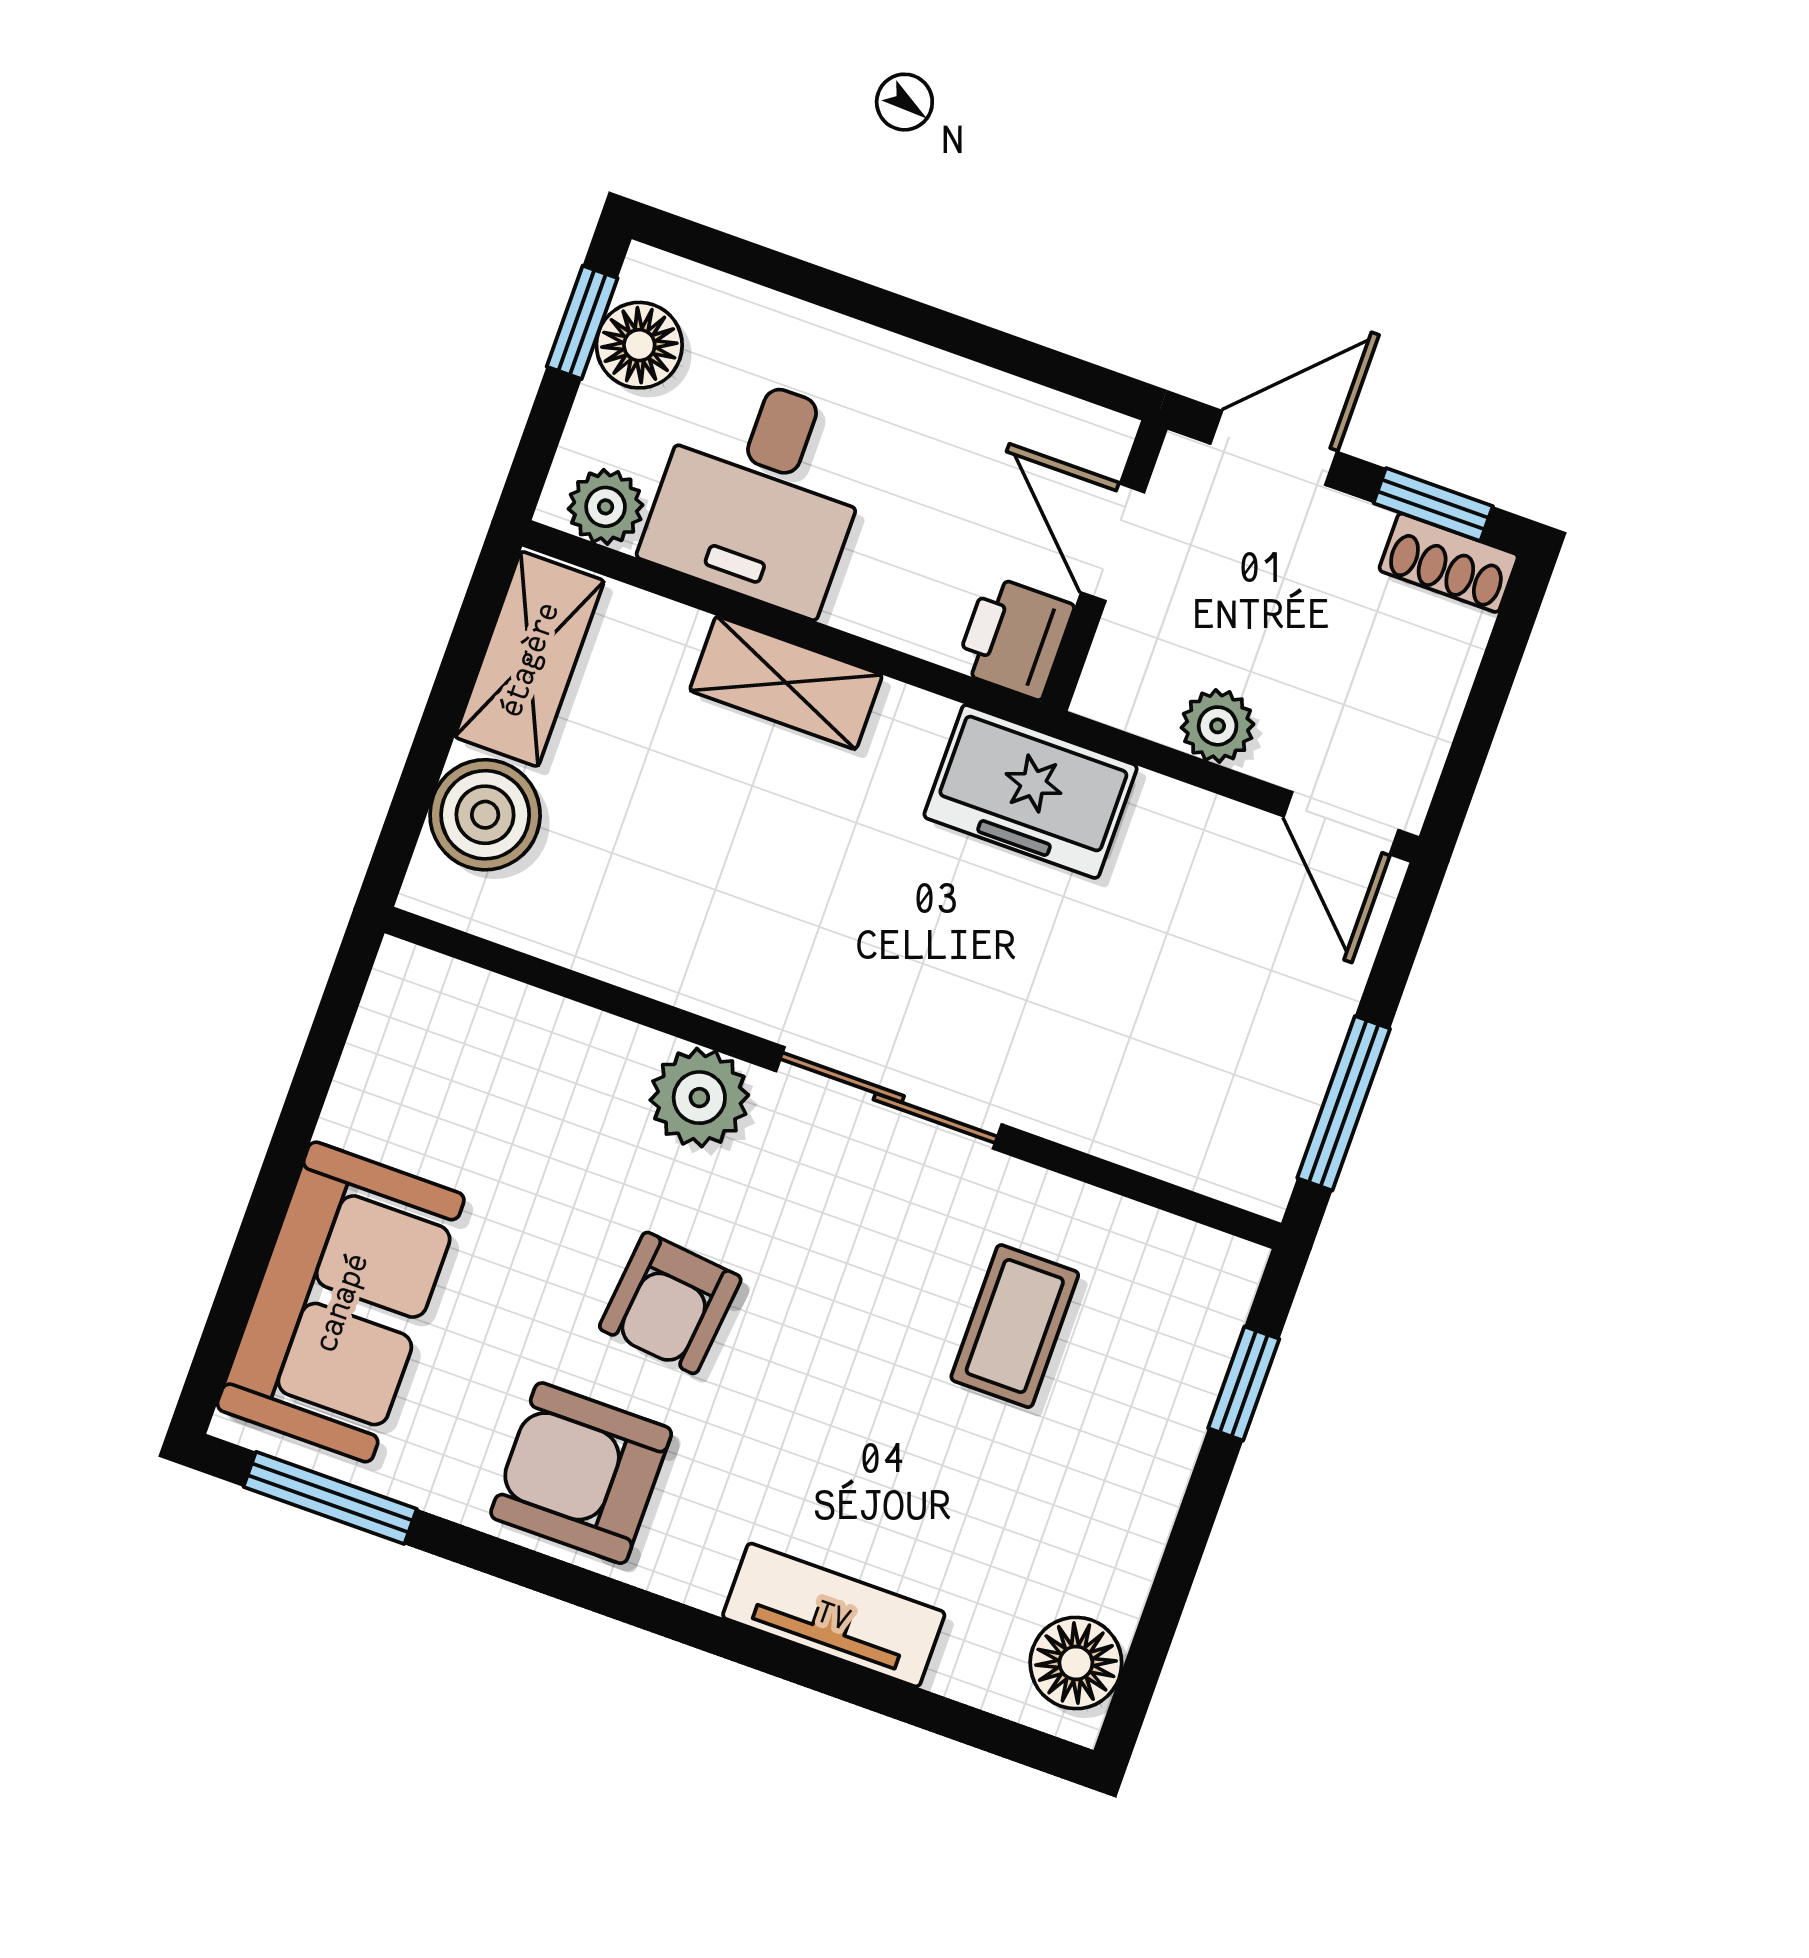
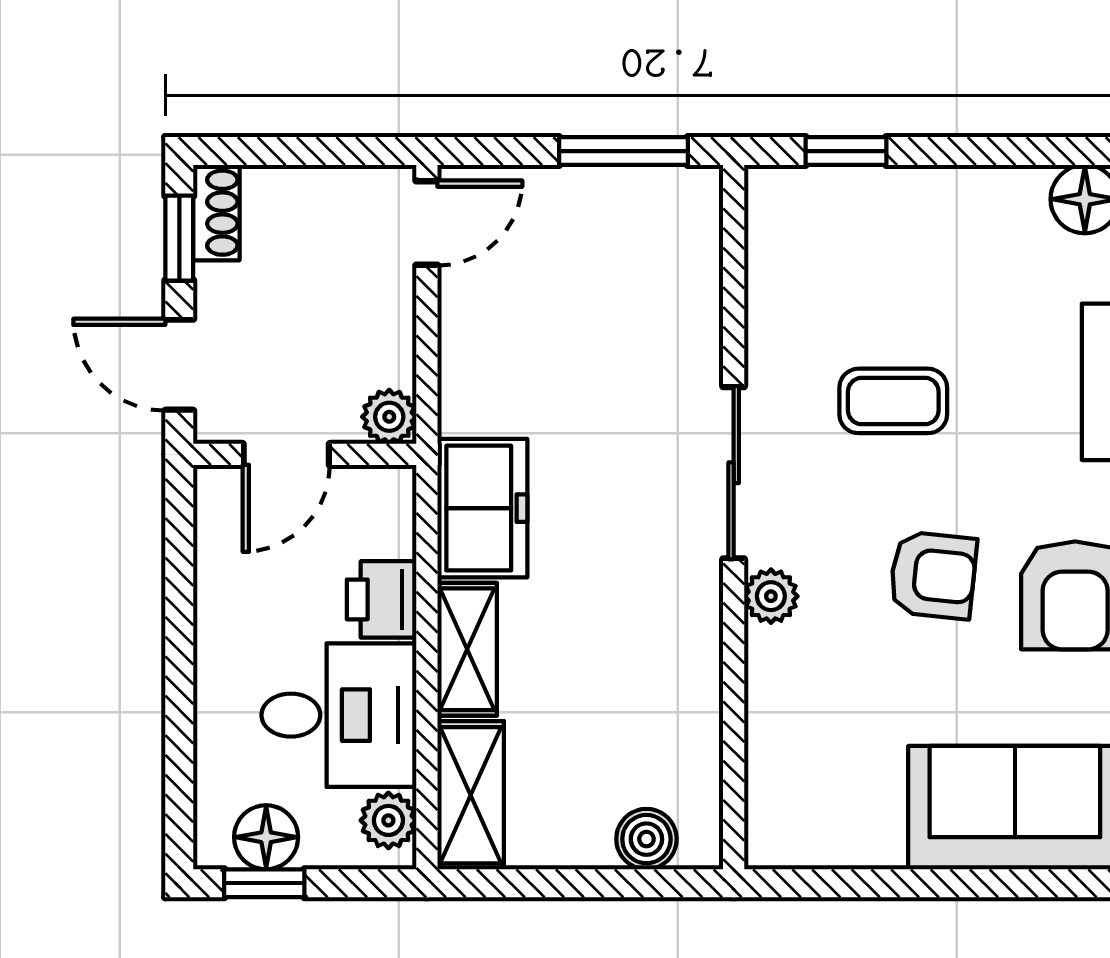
printer: (1014, 638) -> (382, 599), moved, turned 90
shelving: (529, 659) -> (471, 795), moved, turned 90
plant: (1218, 726) -> (389, 417), moved
freezer: (1031, 791) -> (482, 508), moved
boiler: (485, 815) -> (646, 839), width x0.73, depth x0.73
plant: (699, 1098) -> (771, 596), width x0.73, depth x0.73
coffee table: (1015, 1326) -> (893, 401), moved

